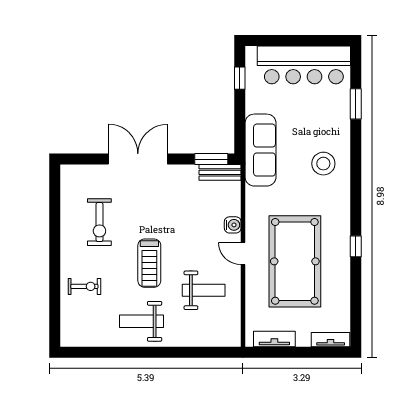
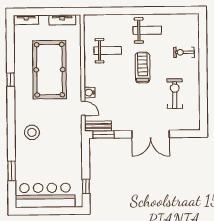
sofa: (261, 150) -> (72, 141), removed
door: (243, 253) -> (83, 108), moved
weight bench: (204, 290) -> (108, 51), turned 180

